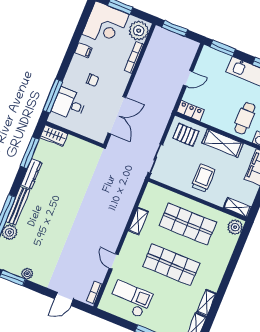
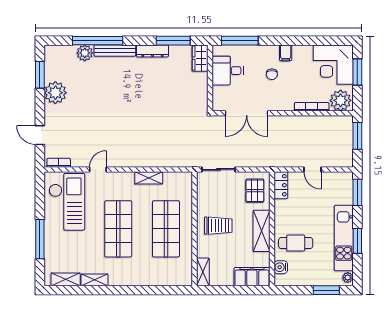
filing cabinet: (83, 50) -> (286, 53), moved
desk: (69, 104) -> (228, 71), moved, turned -90
plant: (235, 227) -> (182, 278), removed
plant: (27, 274) -> (55, 93), width x1.87, depth x1.87
checkout: (130, 299) -> (67, 202), width x1.36, depth x1.21

